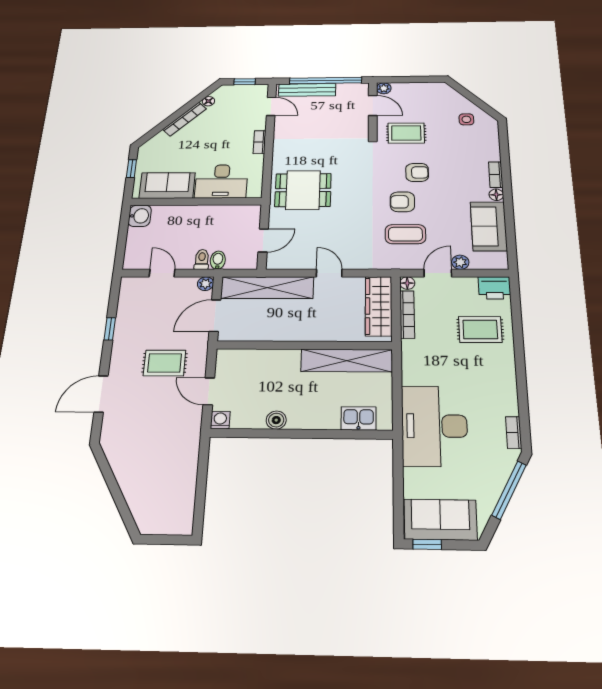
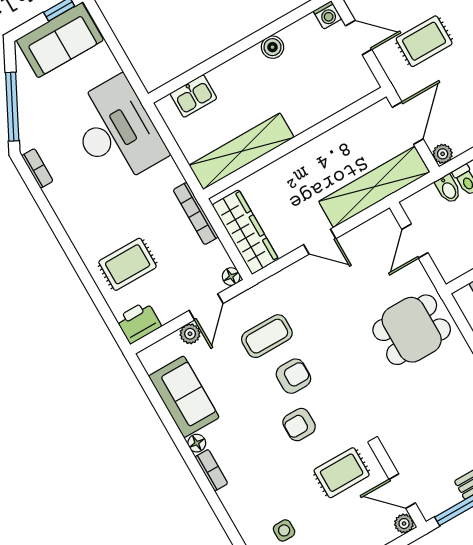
bookcase: (407, 314) -> (196, 214), moved

